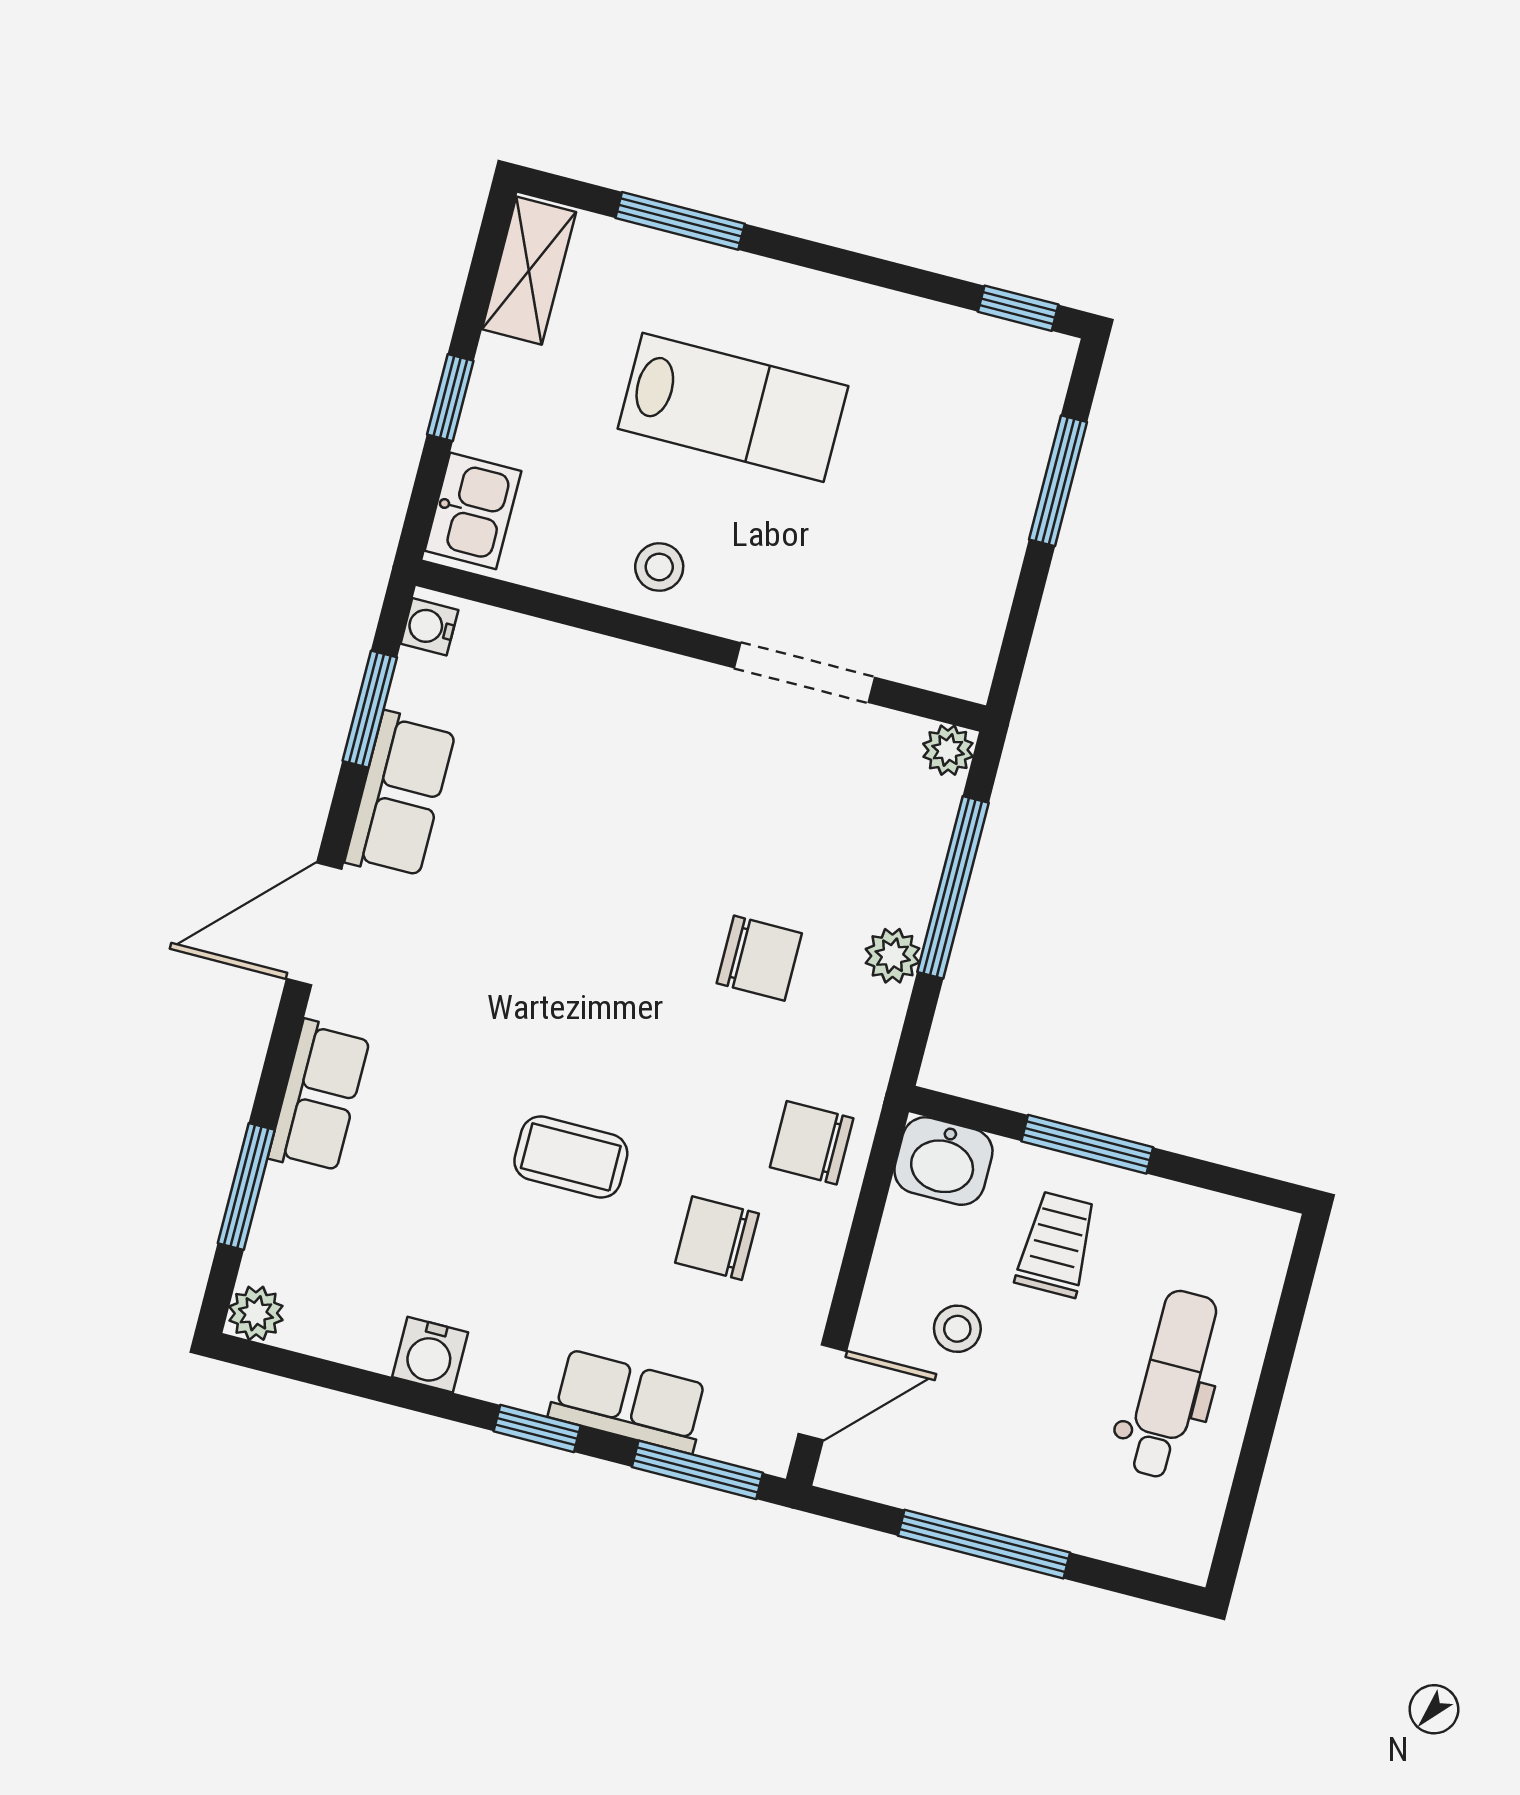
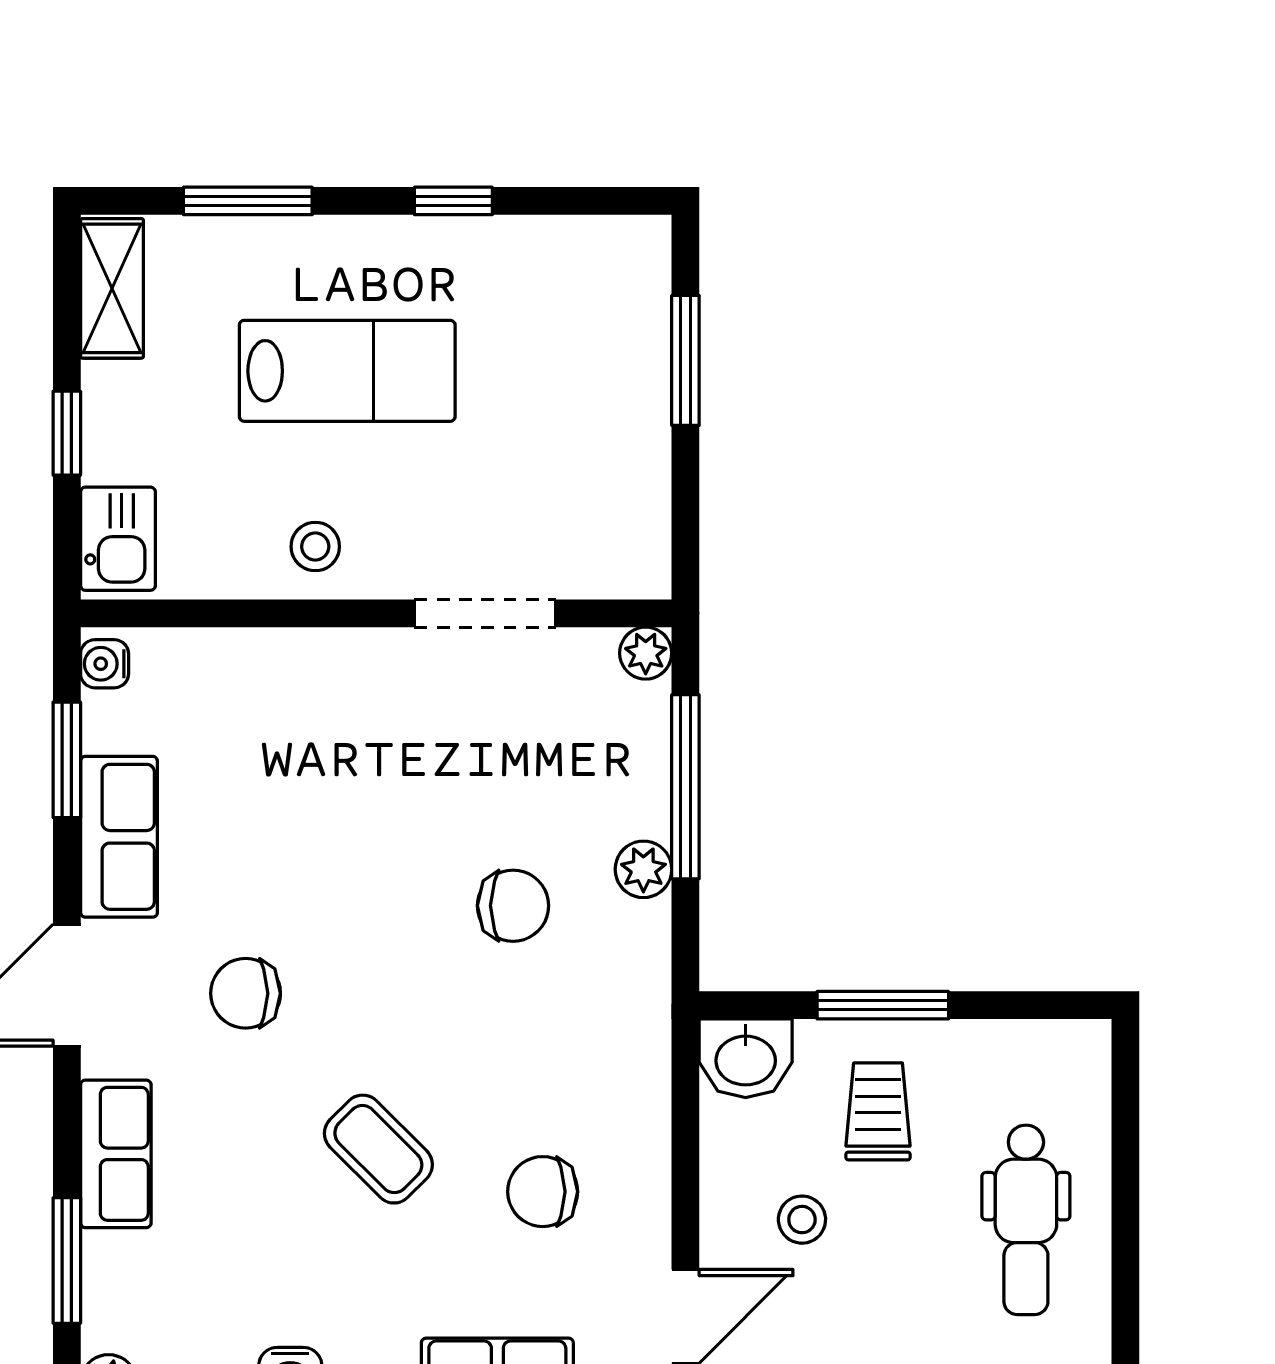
window: (1018, 308) -> (453, 201), moved
chair: (812, 1143) -> (246, 993), moved
coffee table: (571, 1157) -> (378, 1149), turned 45
dental chair: (1171, 1384) -> (1026, 1220), turned 180

